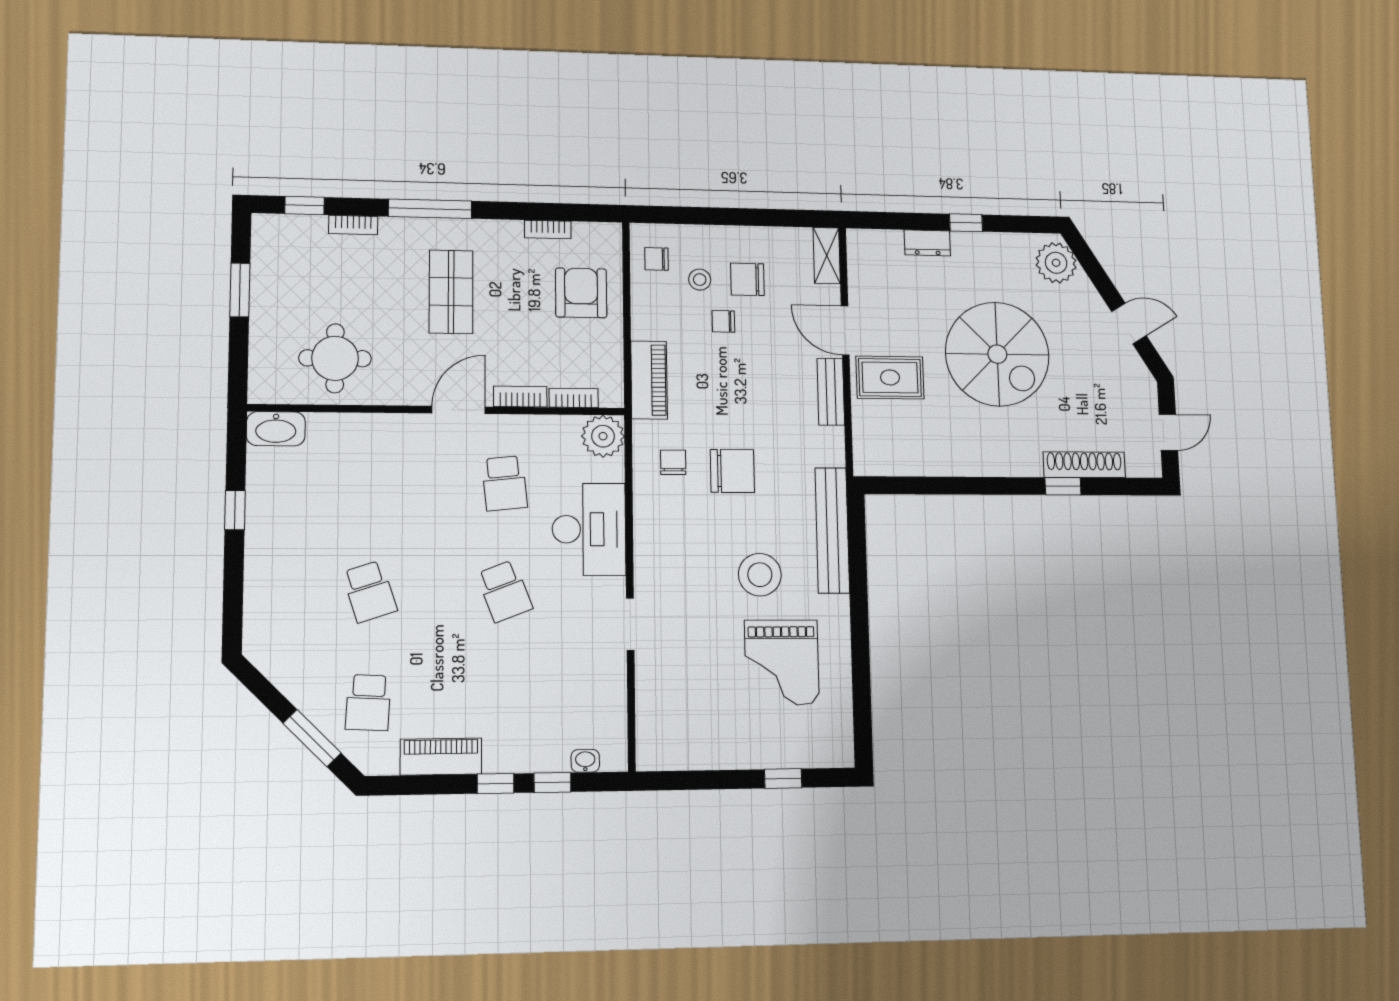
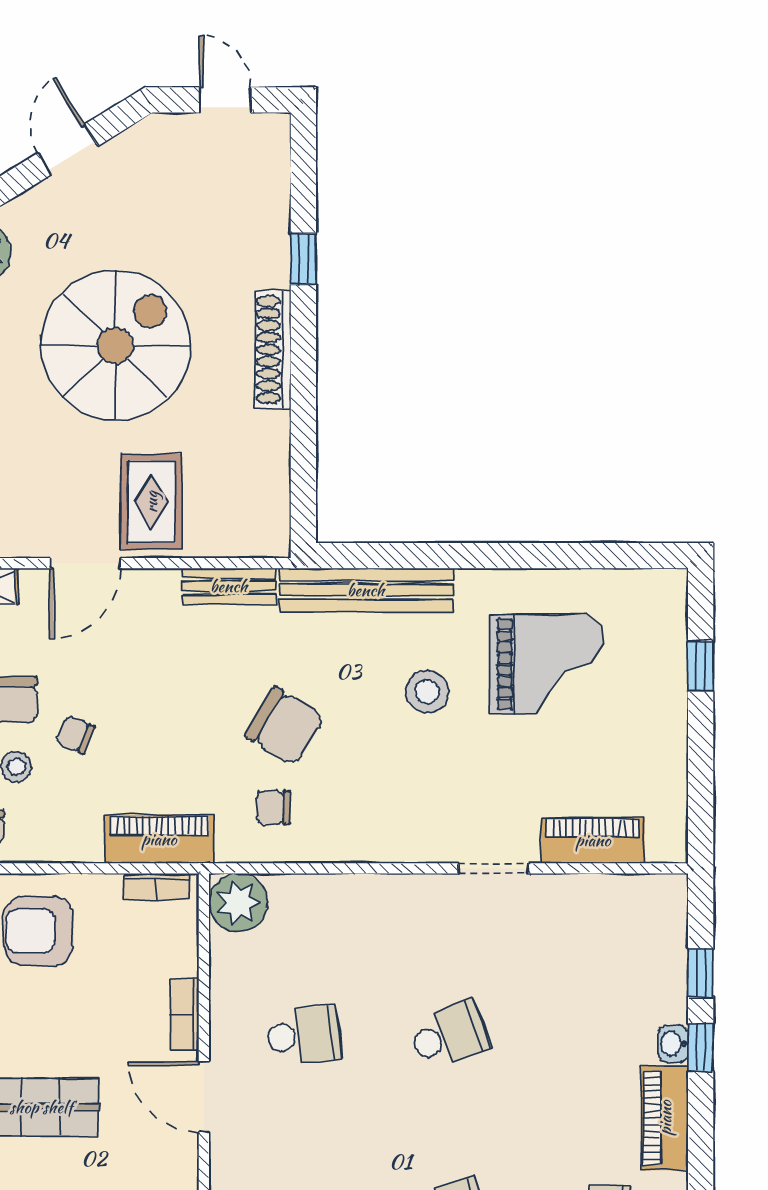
chair: (723, 321) -> (75, 735), turned 112
bench: (831, 392) -> (229, 586), moved
bookcase: (574, 398) -> (156, 887), moved, turned -90
shoe rack: (1084, 465) -> (273, 350), moved
chair: (732, 471) -> (285, 726), turned 121
desk: (589, 529) -> (365, 923), removed
stool: (760, 575) -> (427, 691), width x0.73, depth x0.73
piano: (652, 699) -> (593, 840), added
washbasin: (585, 761) -> (673, 1044), moved

